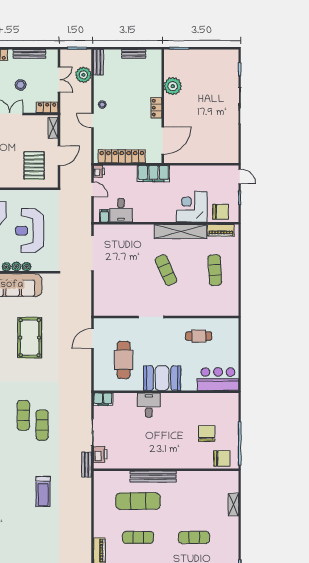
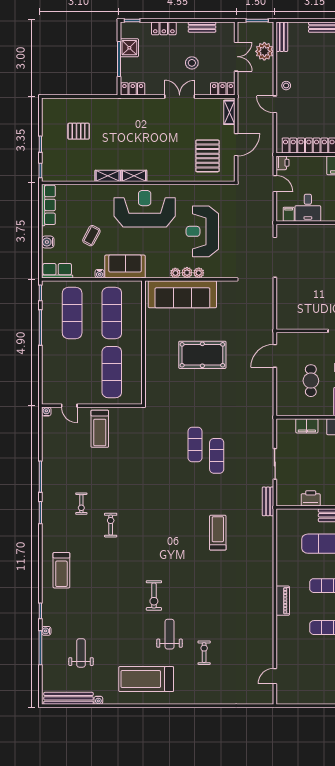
bench: (29, 54) -> (202, 27), width x0.73
pool table: (30, 338) -> (202, 355), turned 90
cafe table: (124, 360) -> (311, 381), width x0.73, depth x0.74
filing cabinet: (103, 399) -> (307, 426), moved
printer: (100, 454) -> (311, 498), moved, turned -90
treadmill: (43, 492) -> (218, 533), turned 180

